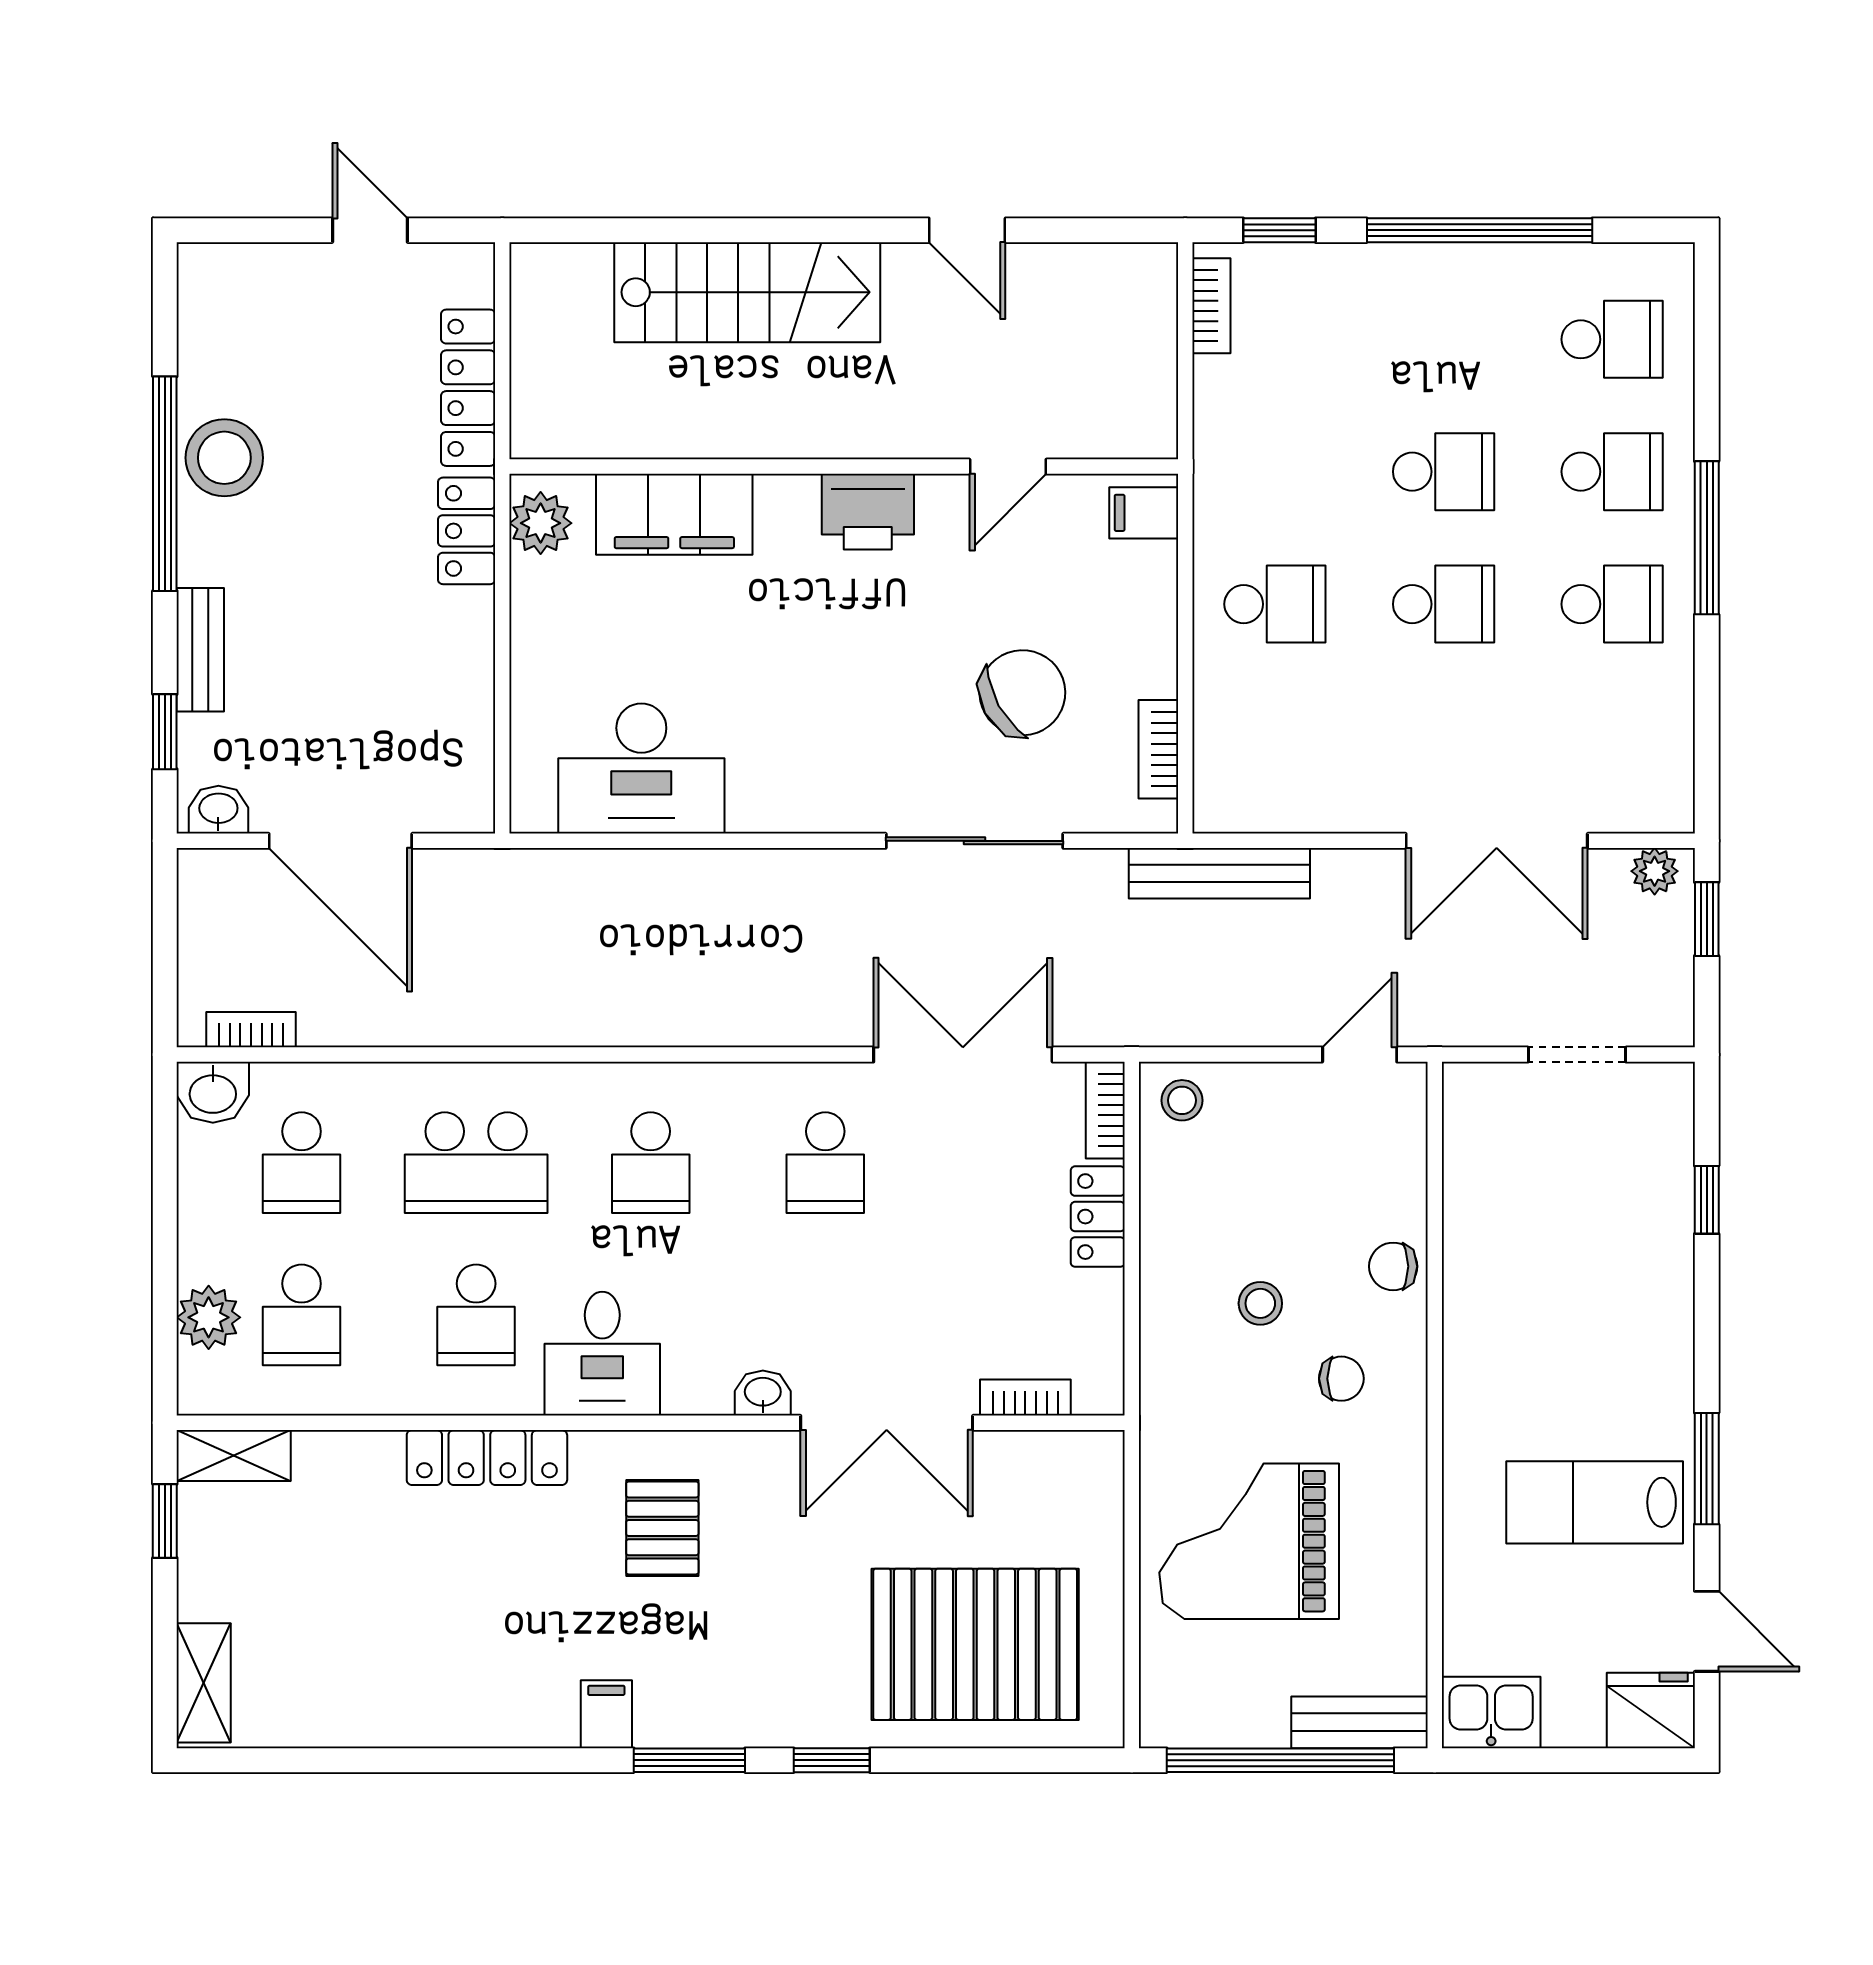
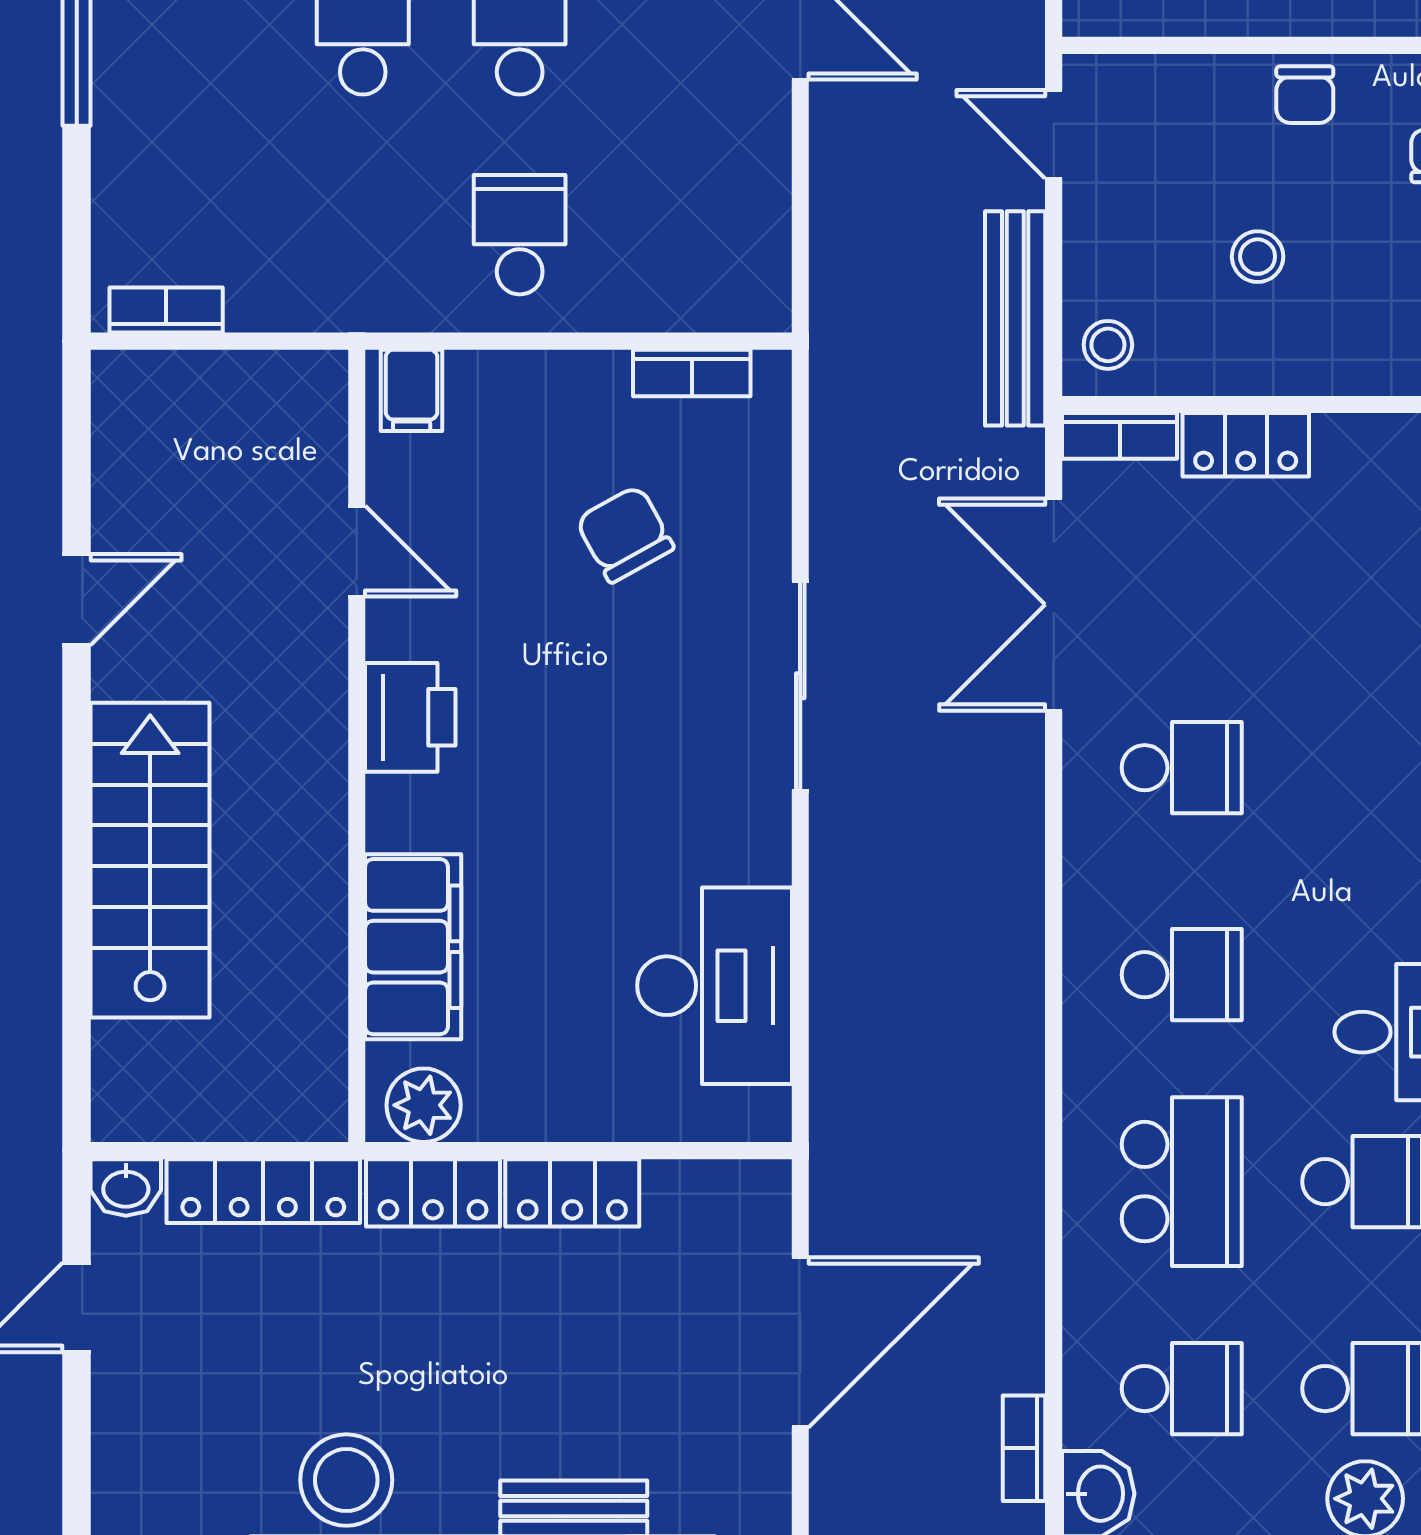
window: (1279, 230) -> (77, 229), removed
locker: (467, 648) -> (572, 1193), added
chair: (1022, 693) -> (625, 534), width x0.73, depth x0.73
washbasin: (218, 810) -> (126, 1188), moved, turned -90
sliding door: (974, 841) -> (800, 686), moved
bench: (1219, 873) -> (1015, 318), moved
stool: (1260, 1303) -> (1258, 257), moved

